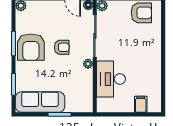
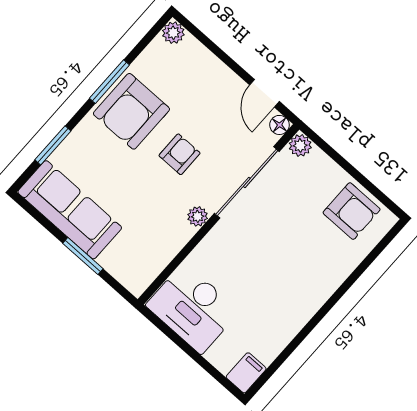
armchair: (62, 47) -> (179, 154), turned -90
desk: (111, 79) -> (193, 308), moved, turned -90
filing cabinet: (141, 104) -> (246, 373), moved

